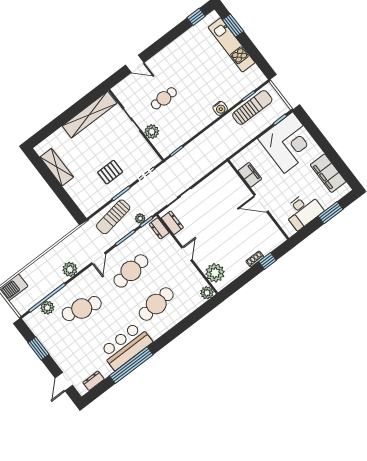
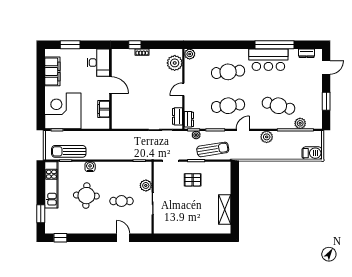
kitchen unit: (232, 45) -> (51, 185), moved
round table: (202, 77) -> (86, 196), added
shelving: (90, 115) -> (178, 227), removed
desk: (303, 211) -> (99, 63), moved, turned 90

